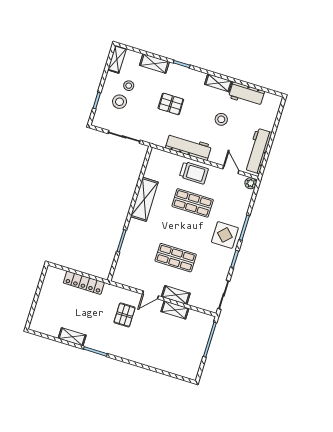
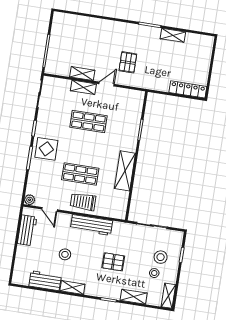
workbench: (258, 151) -> (27, 230), width x0.73
locker: (84, 283) -> (188, 89), moved

